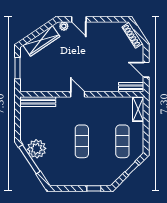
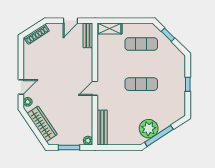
plant: (24, 87) -> (88, 141), added
window: (94, 188) -> (188, 84), moved

